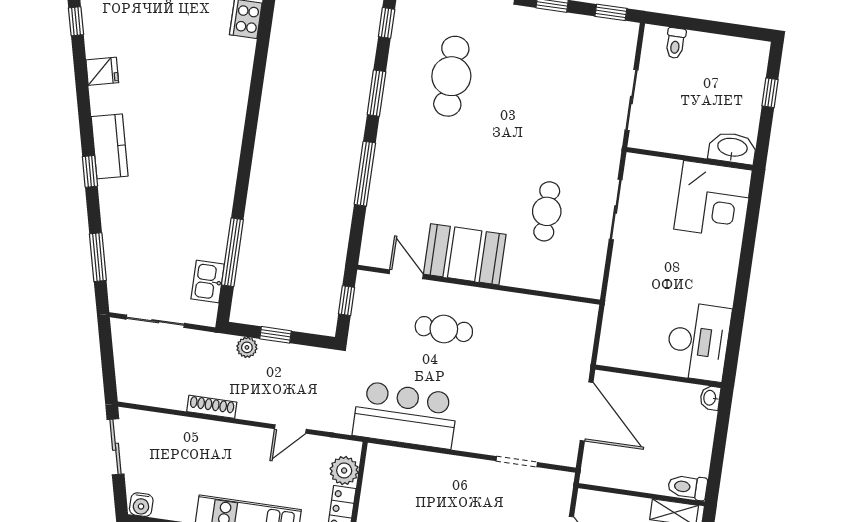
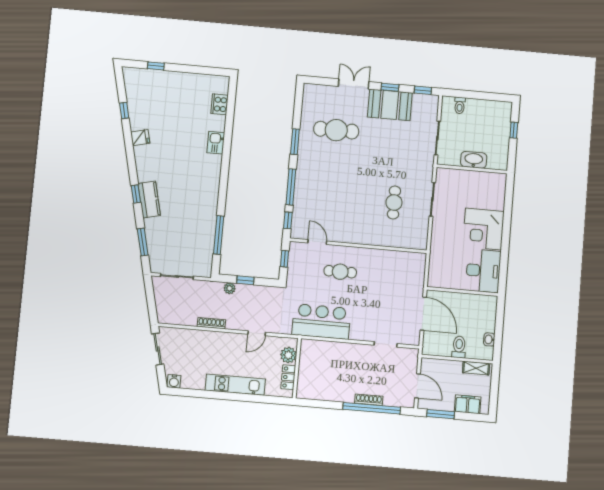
window: (387, 23) -> (288, 220), moved
cafe table: (451, 76) -> (336, 130), turned 90
kitchen counter: (110, 146) -> (149, 200), moved
washbasin: (732, 148) -> (474, 160), moved
corner desk: (713, 200) -> (483, 229), moved, turned 90
booth: (465, 254) -> (390, 105), moved
kitchen sink: (208, 282) -> (216, 143), moved
washbasin: (710, 398) -> (489, 339), moved
toilet: (688, 487) -> (459, 347), moved, turned 90

